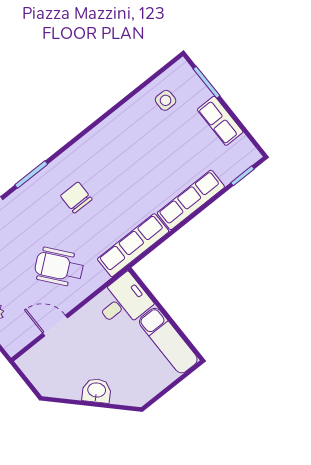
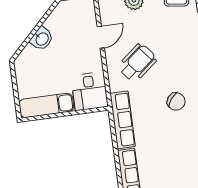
chair: (76, 197) -> (176, 101), turned 38

